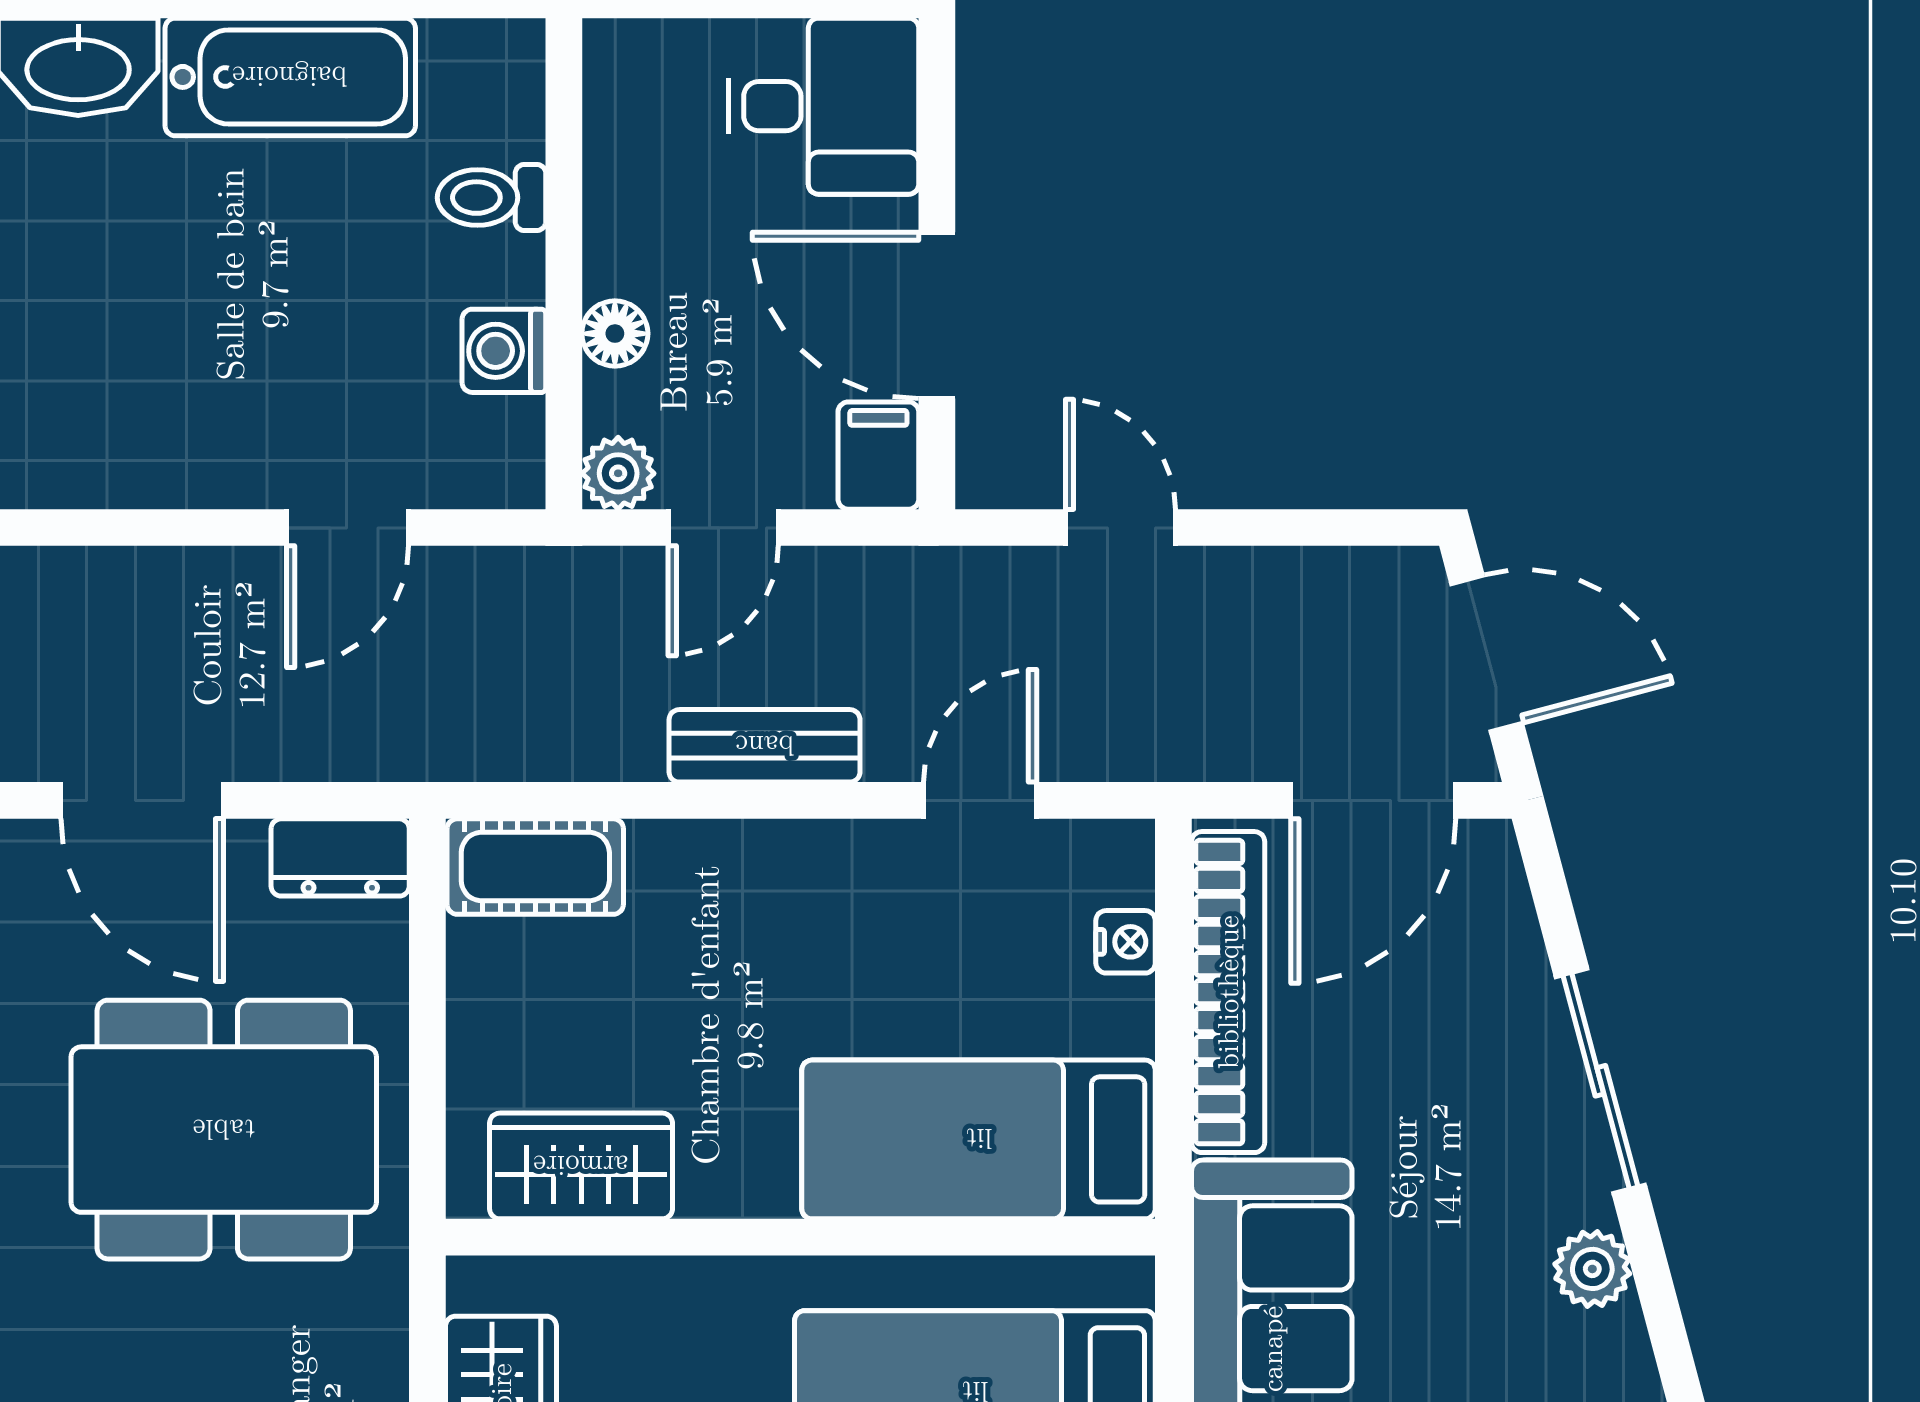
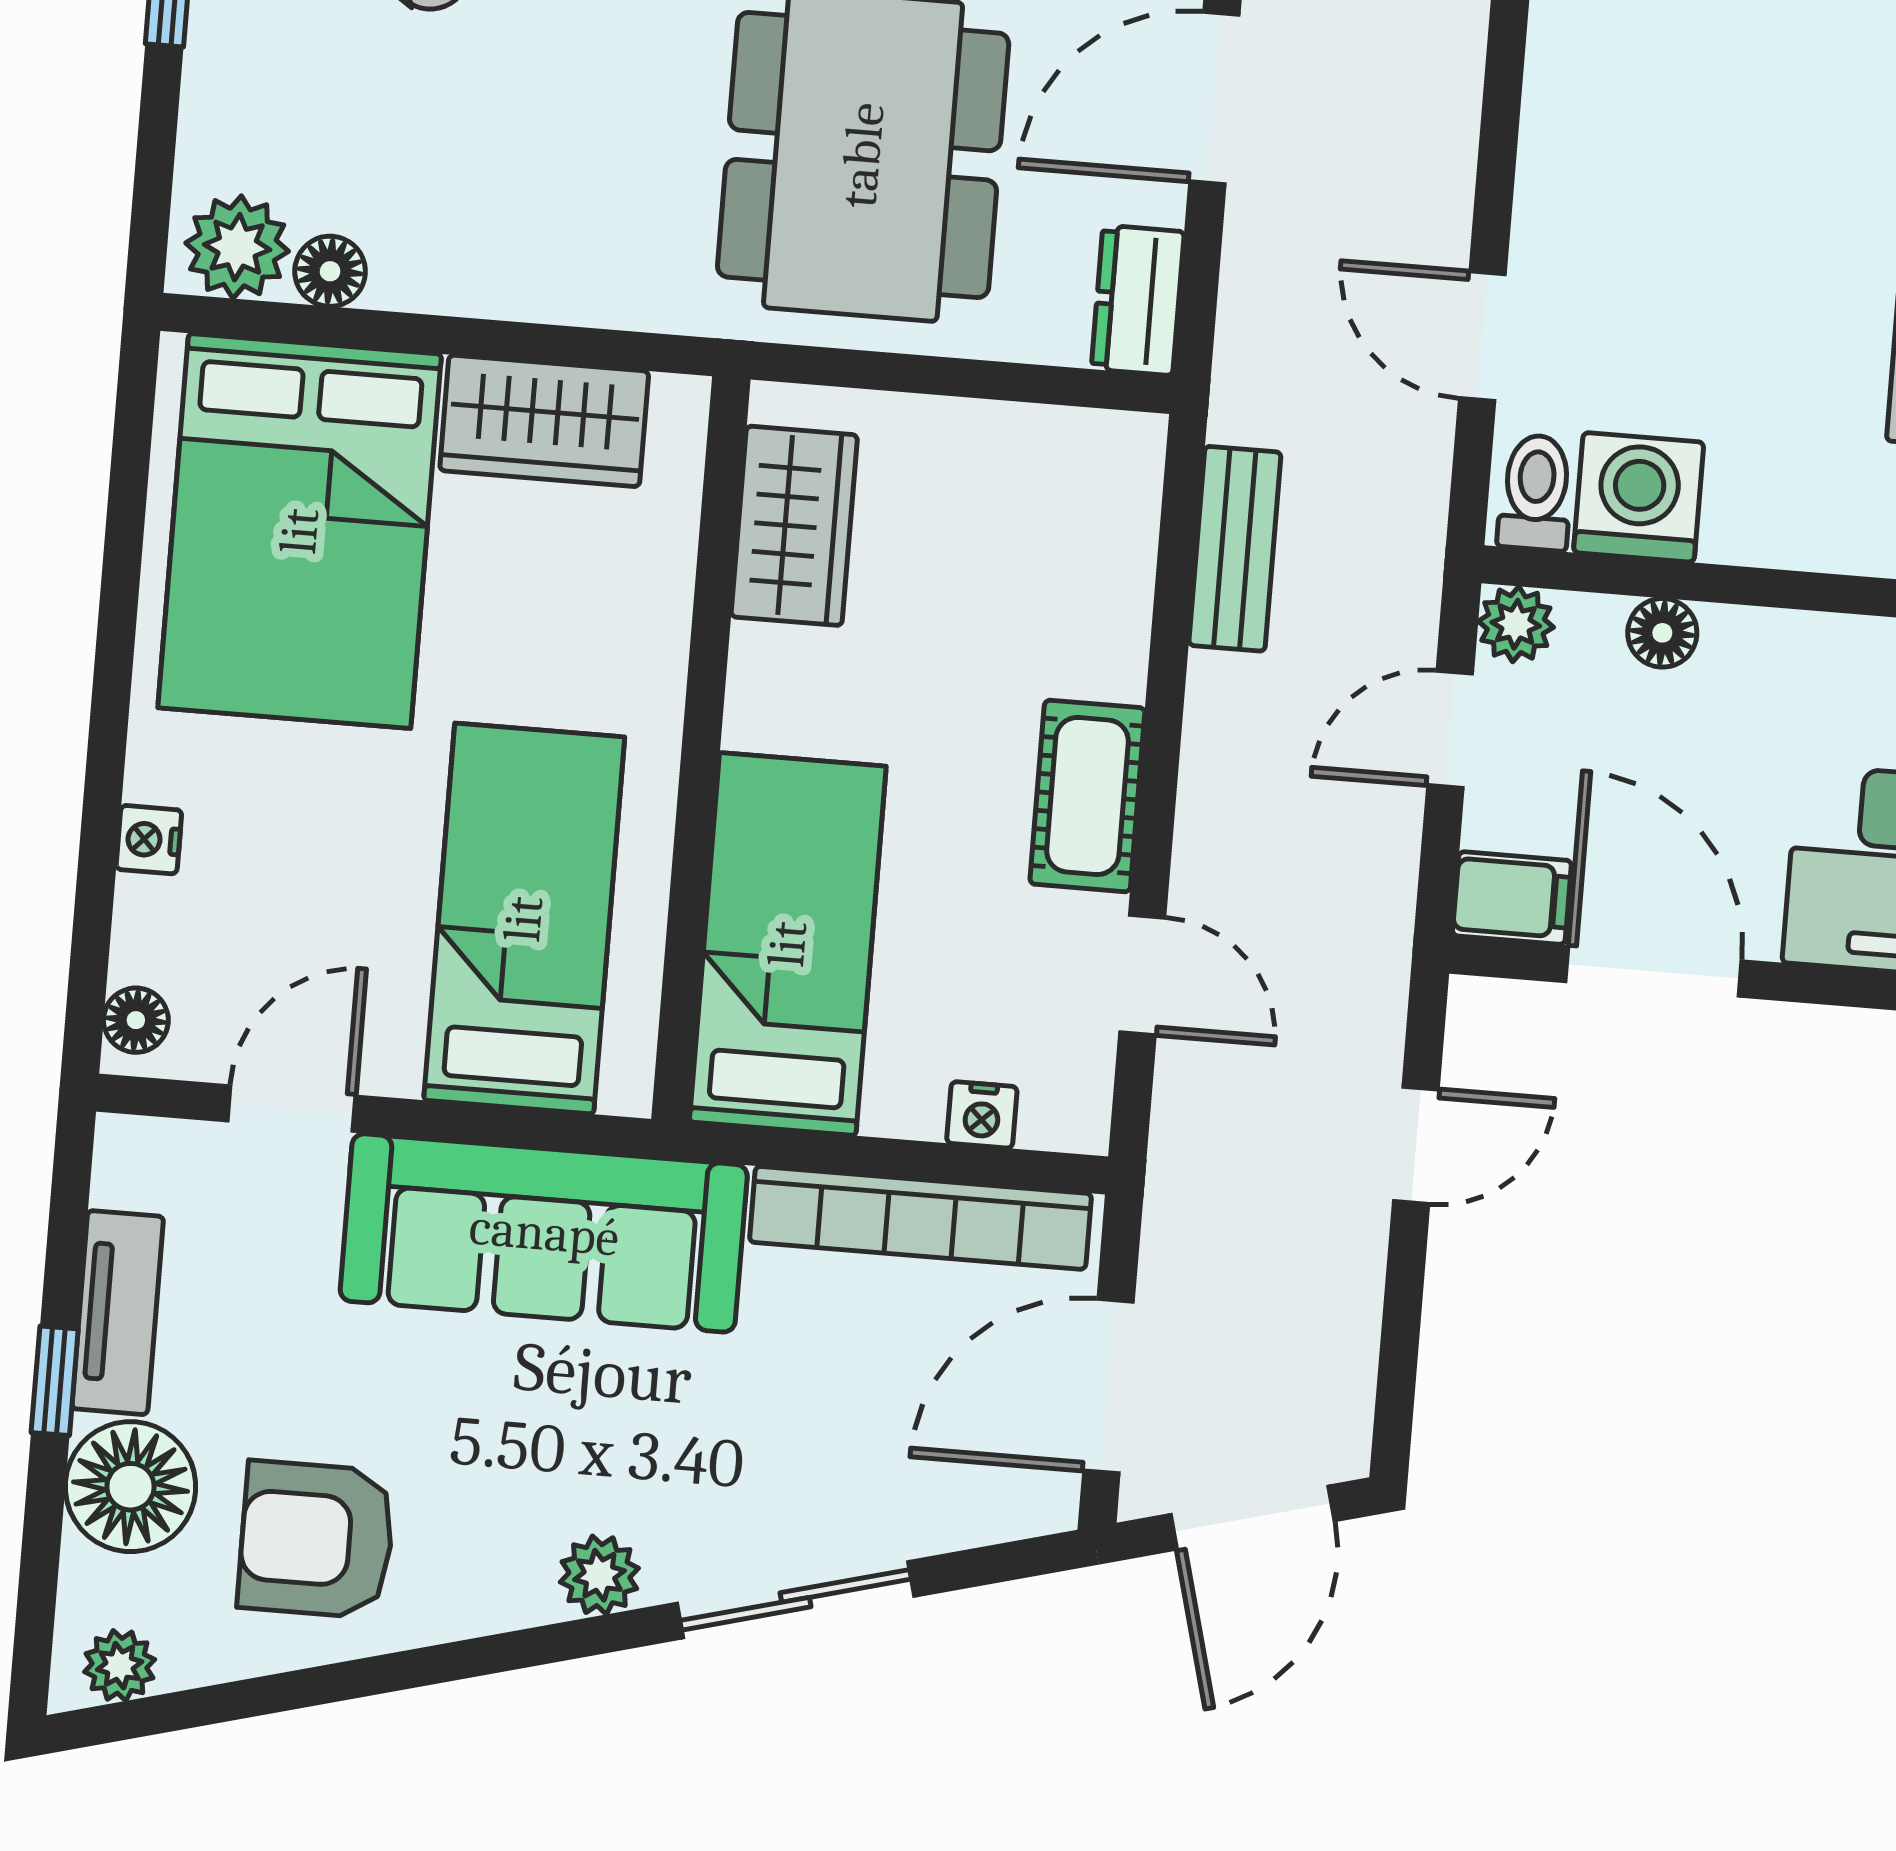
toilet: (492, 198) -> (1536, 493), moved
door: (937, 315) -> (1654, 971), hinge flipped
washing machine: (504, 351) -> (1639, 497), width x1.38, depth x1.38
door: (723, 528) -> (1450, 729), hinge flipped
bench: (765, 746) -> (1235, 549), moved
door: (1373, 800) -> (1109, 1386), hinge flipped
cot: (535, 867) -> (1087, 796), moved

